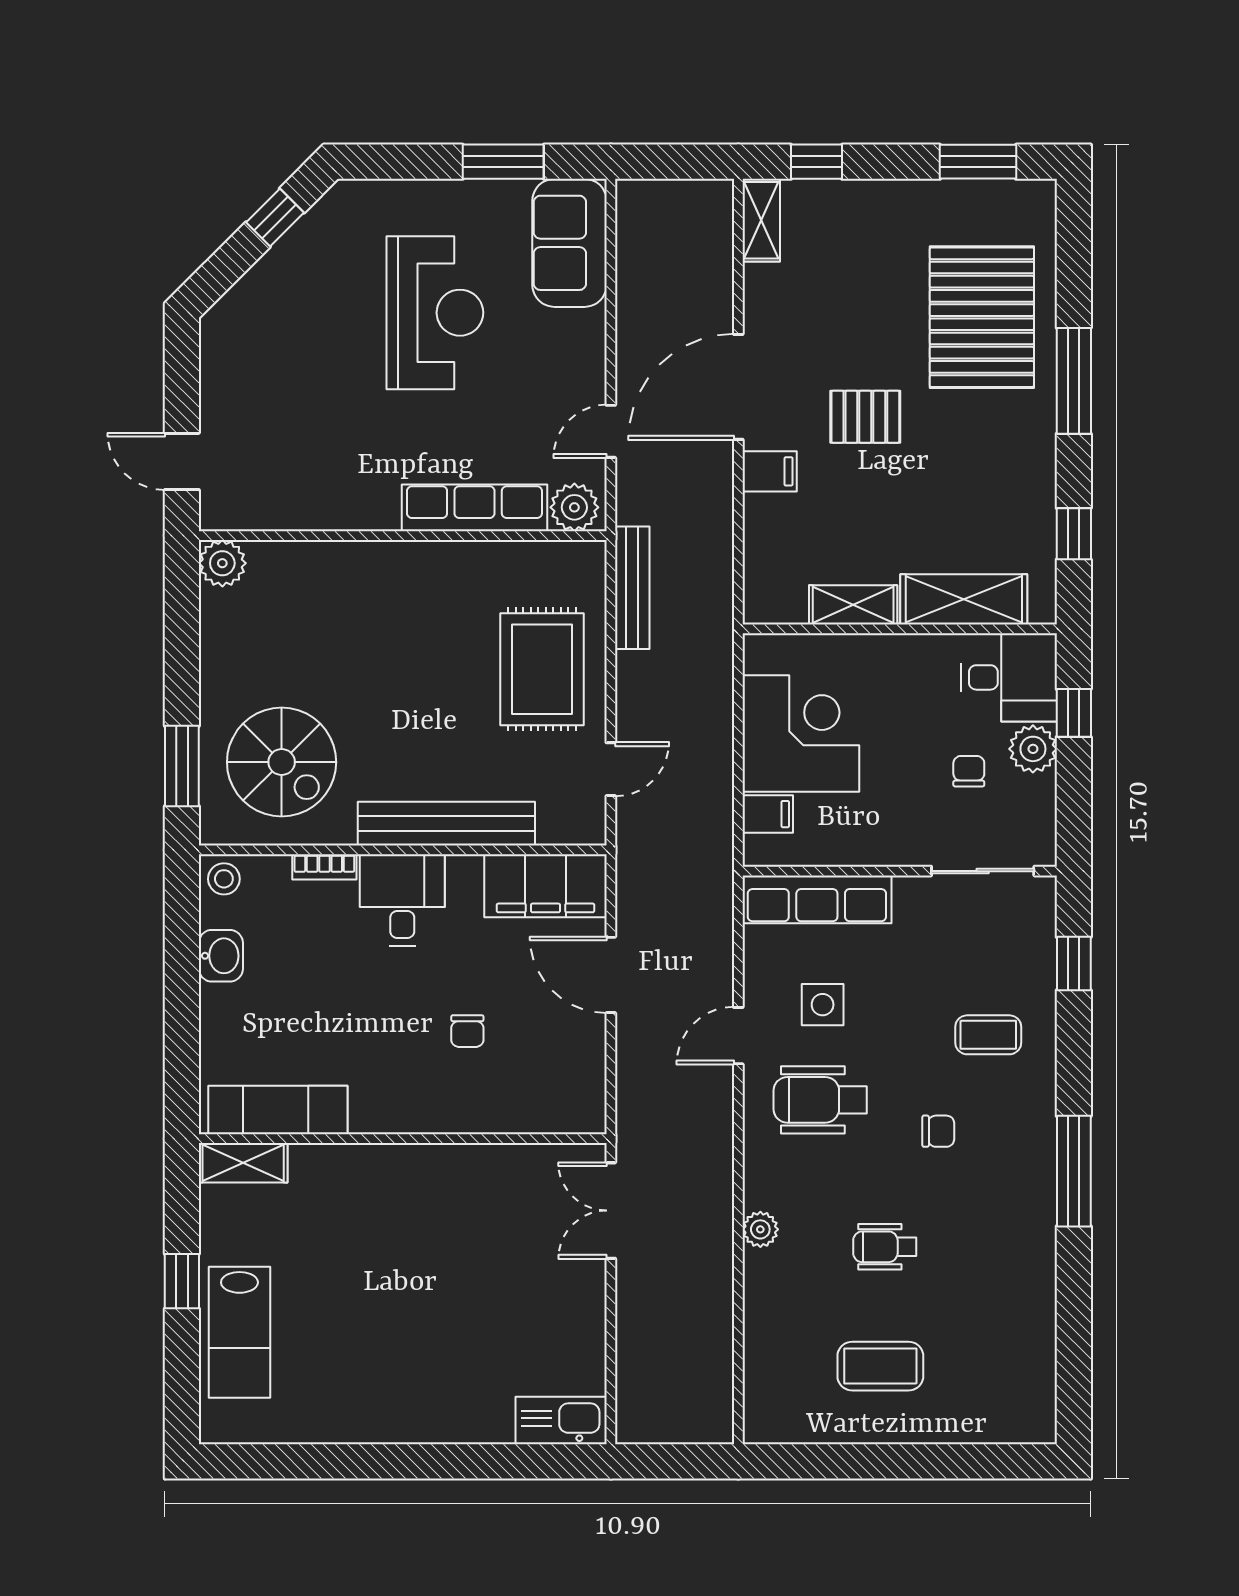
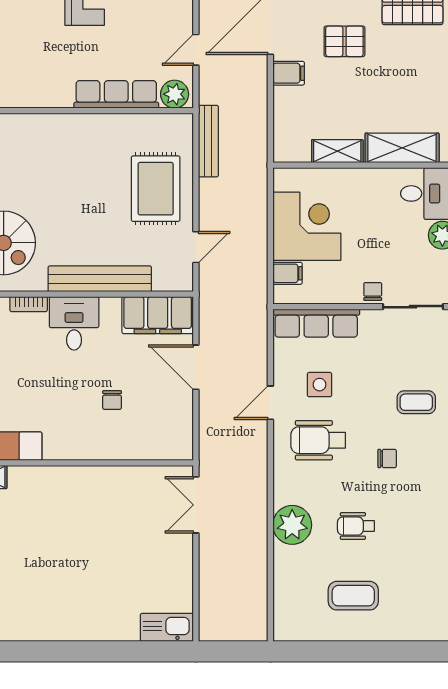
chair: (969, 771) -> (373, 292), moved
plant: (760, 1229) -> (292, 525), width x1.87, depth x1.87

